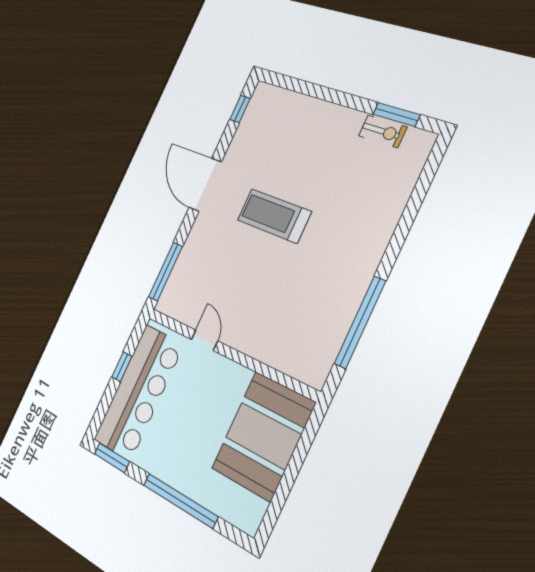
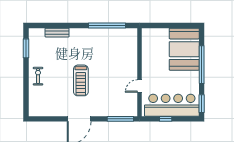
window: (240, 109) -> (43, 119), removed
exercise bike: (383, 131) -> (38, 76), moved
bench: (398, 198) -> (57, 33), added
booth: (263, 436) -> (184, 49), moved, turned 90

